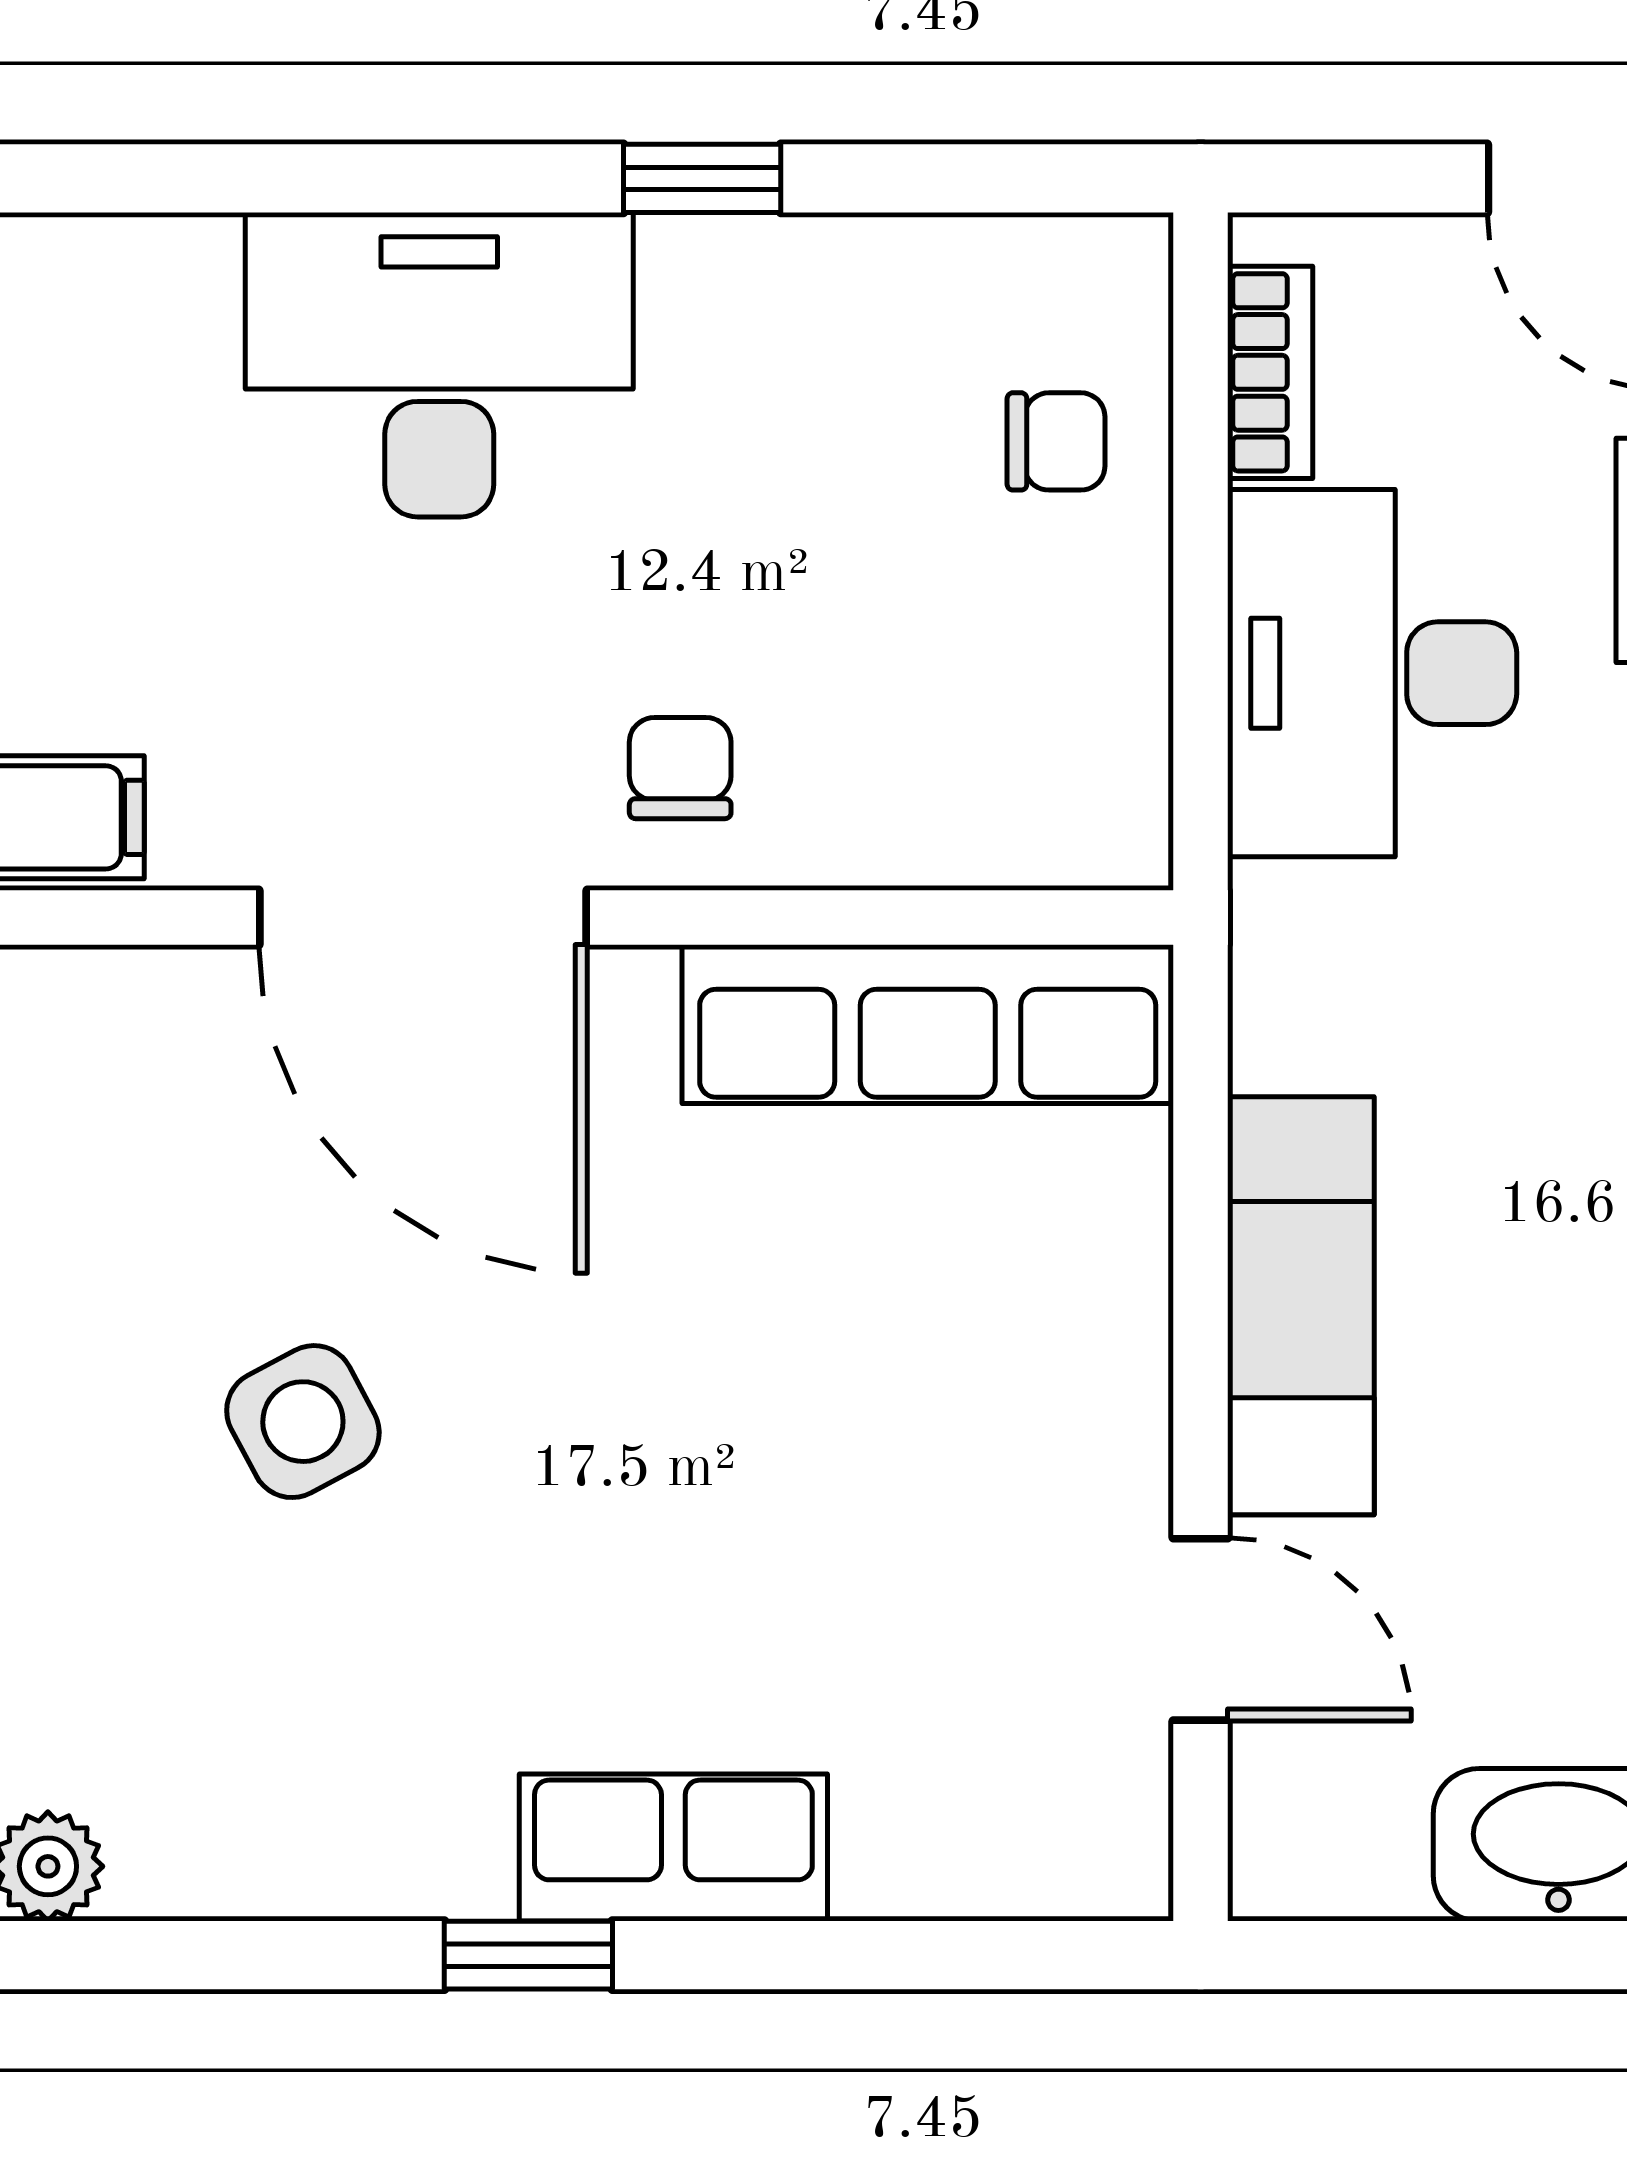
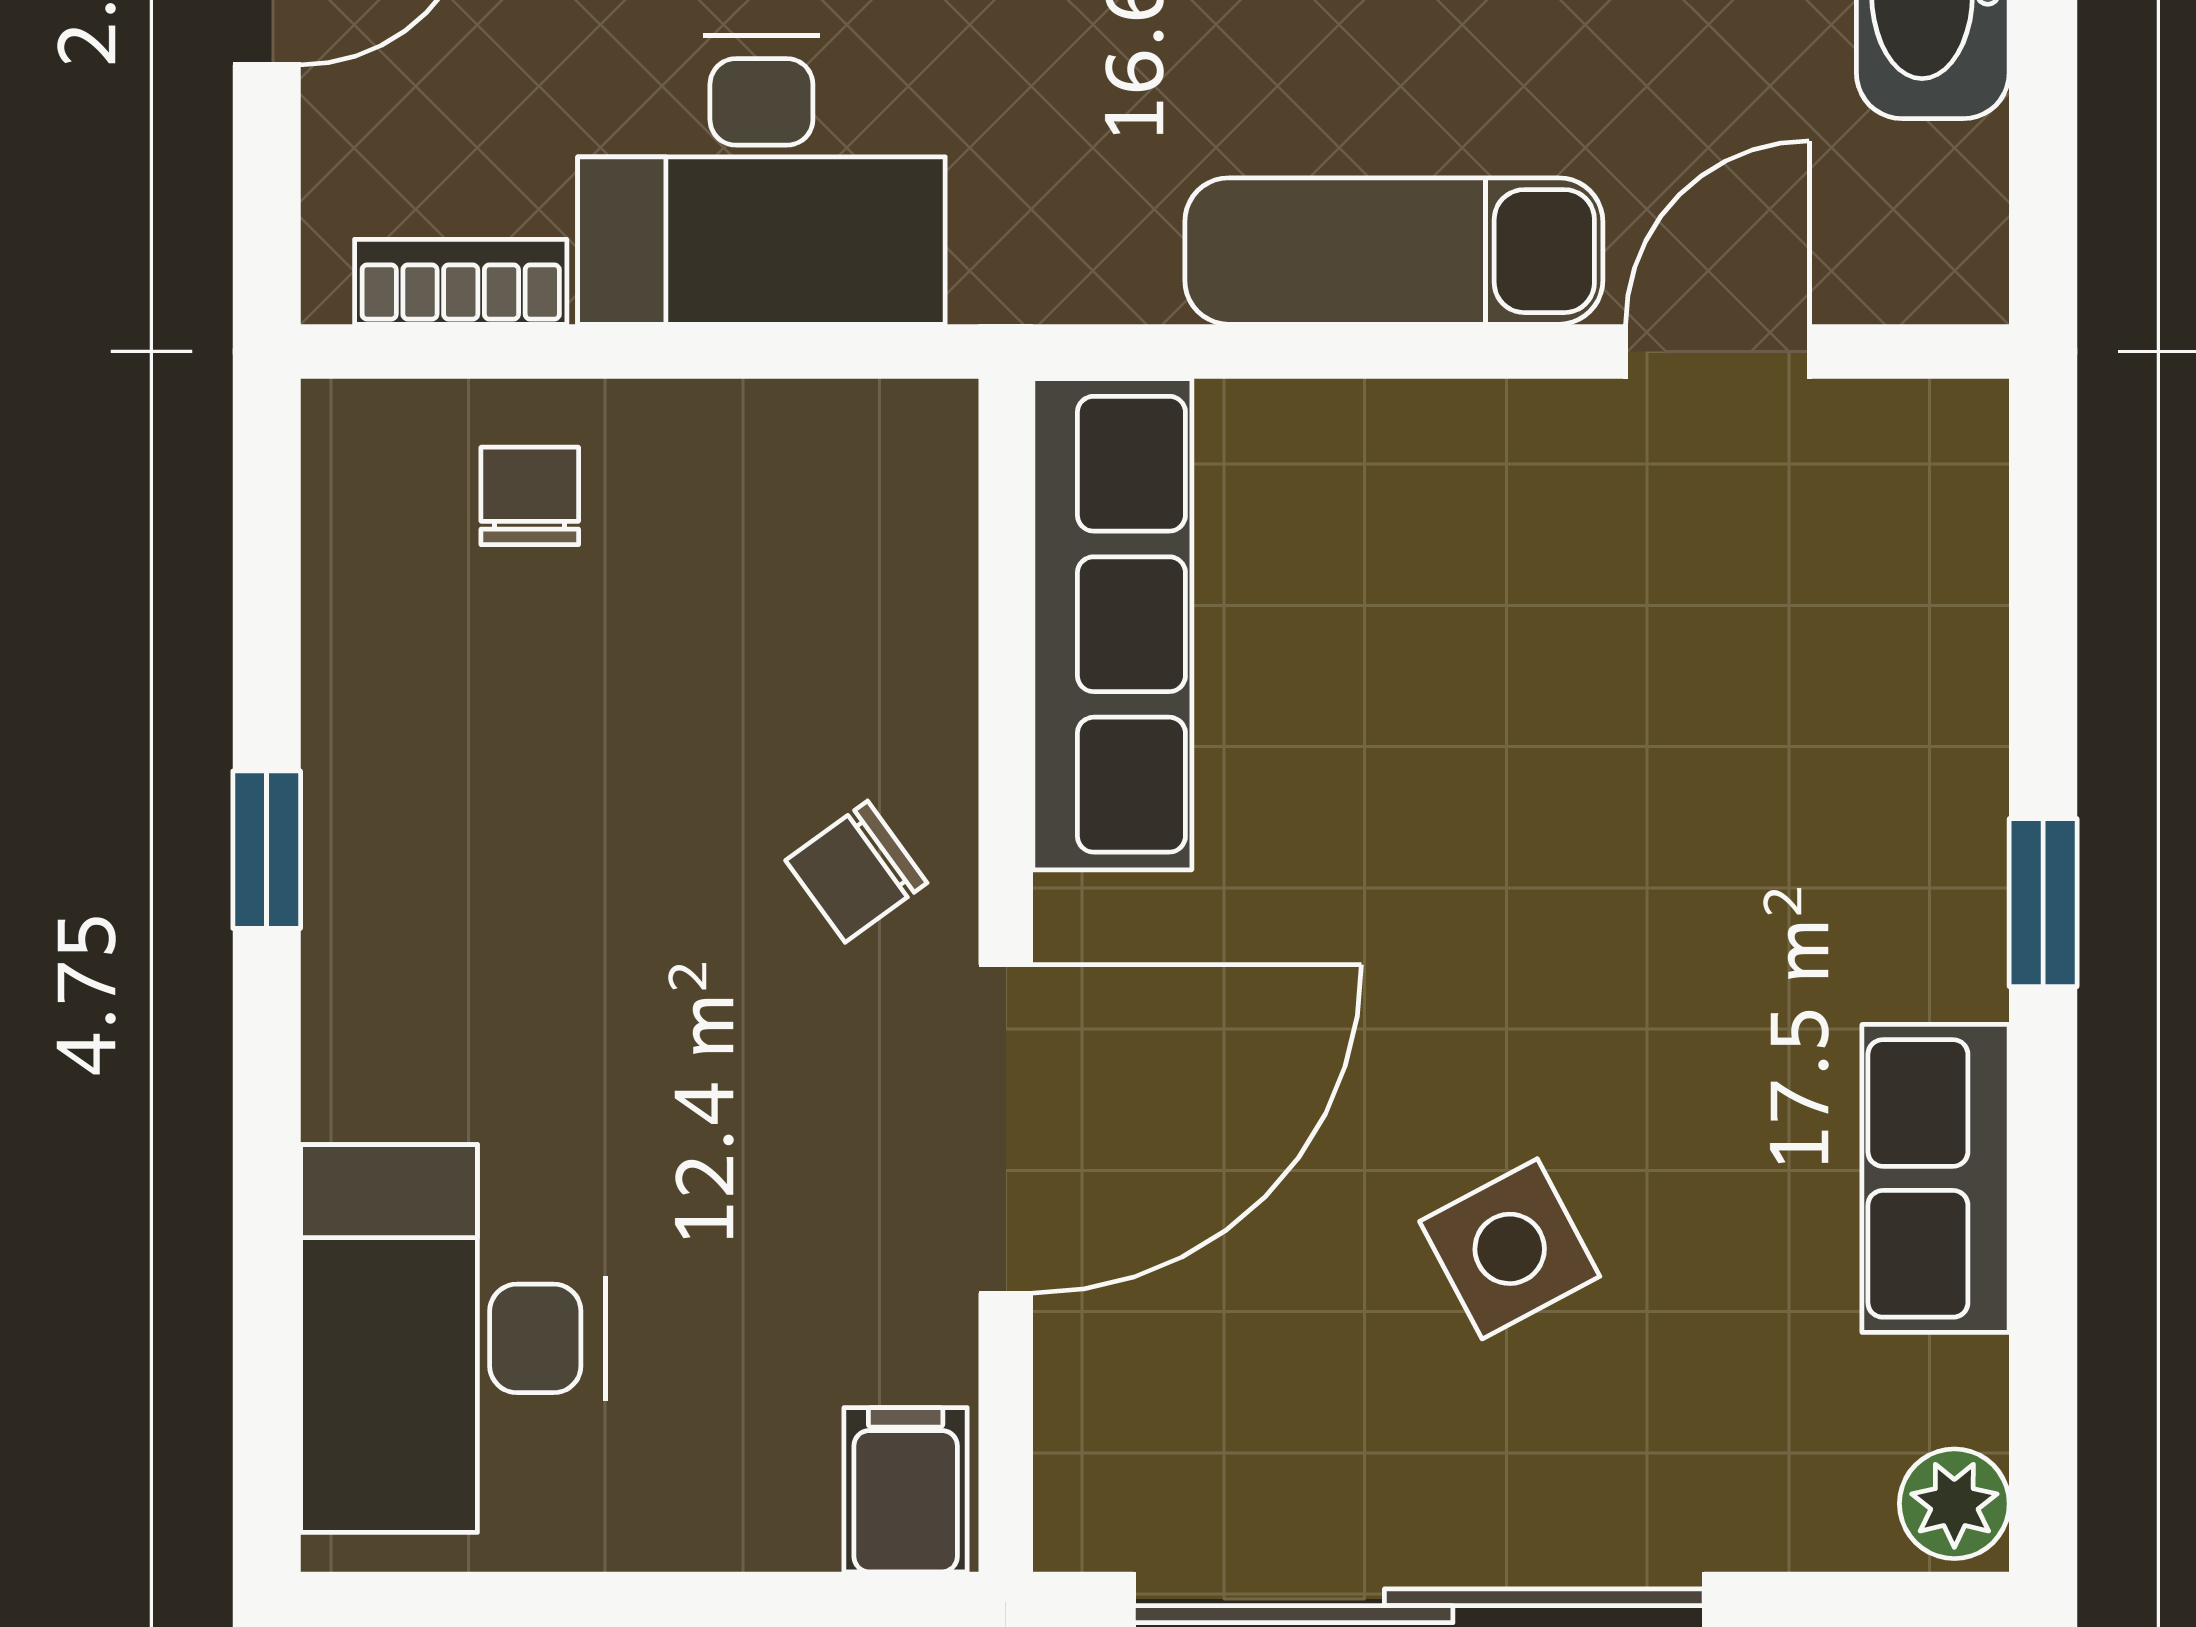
desk: (439, 365) -> (453, 1338), moved
chair: (680, 768) -> (856, 872), turned -36
row of seats: (673, 1848) -> (1936, 1178), moved
window: (528, 1955) -> (2043, 903), moved

